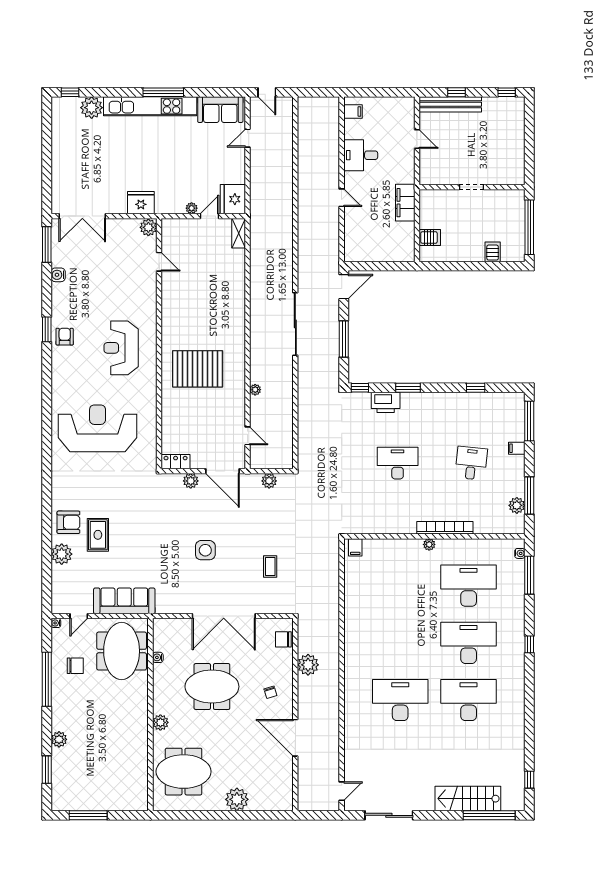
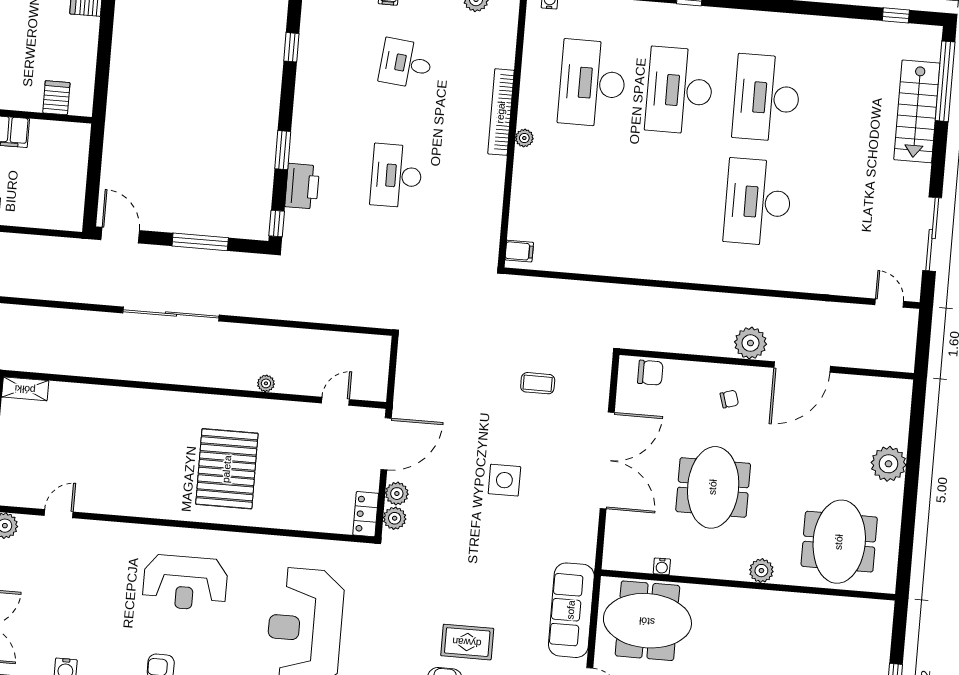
plant: (269, 481) -> (395, 518), moved
chair: (283, 639) -> (650, 373), turned -90
plant: (308, 665) -> (750, 343), moved

